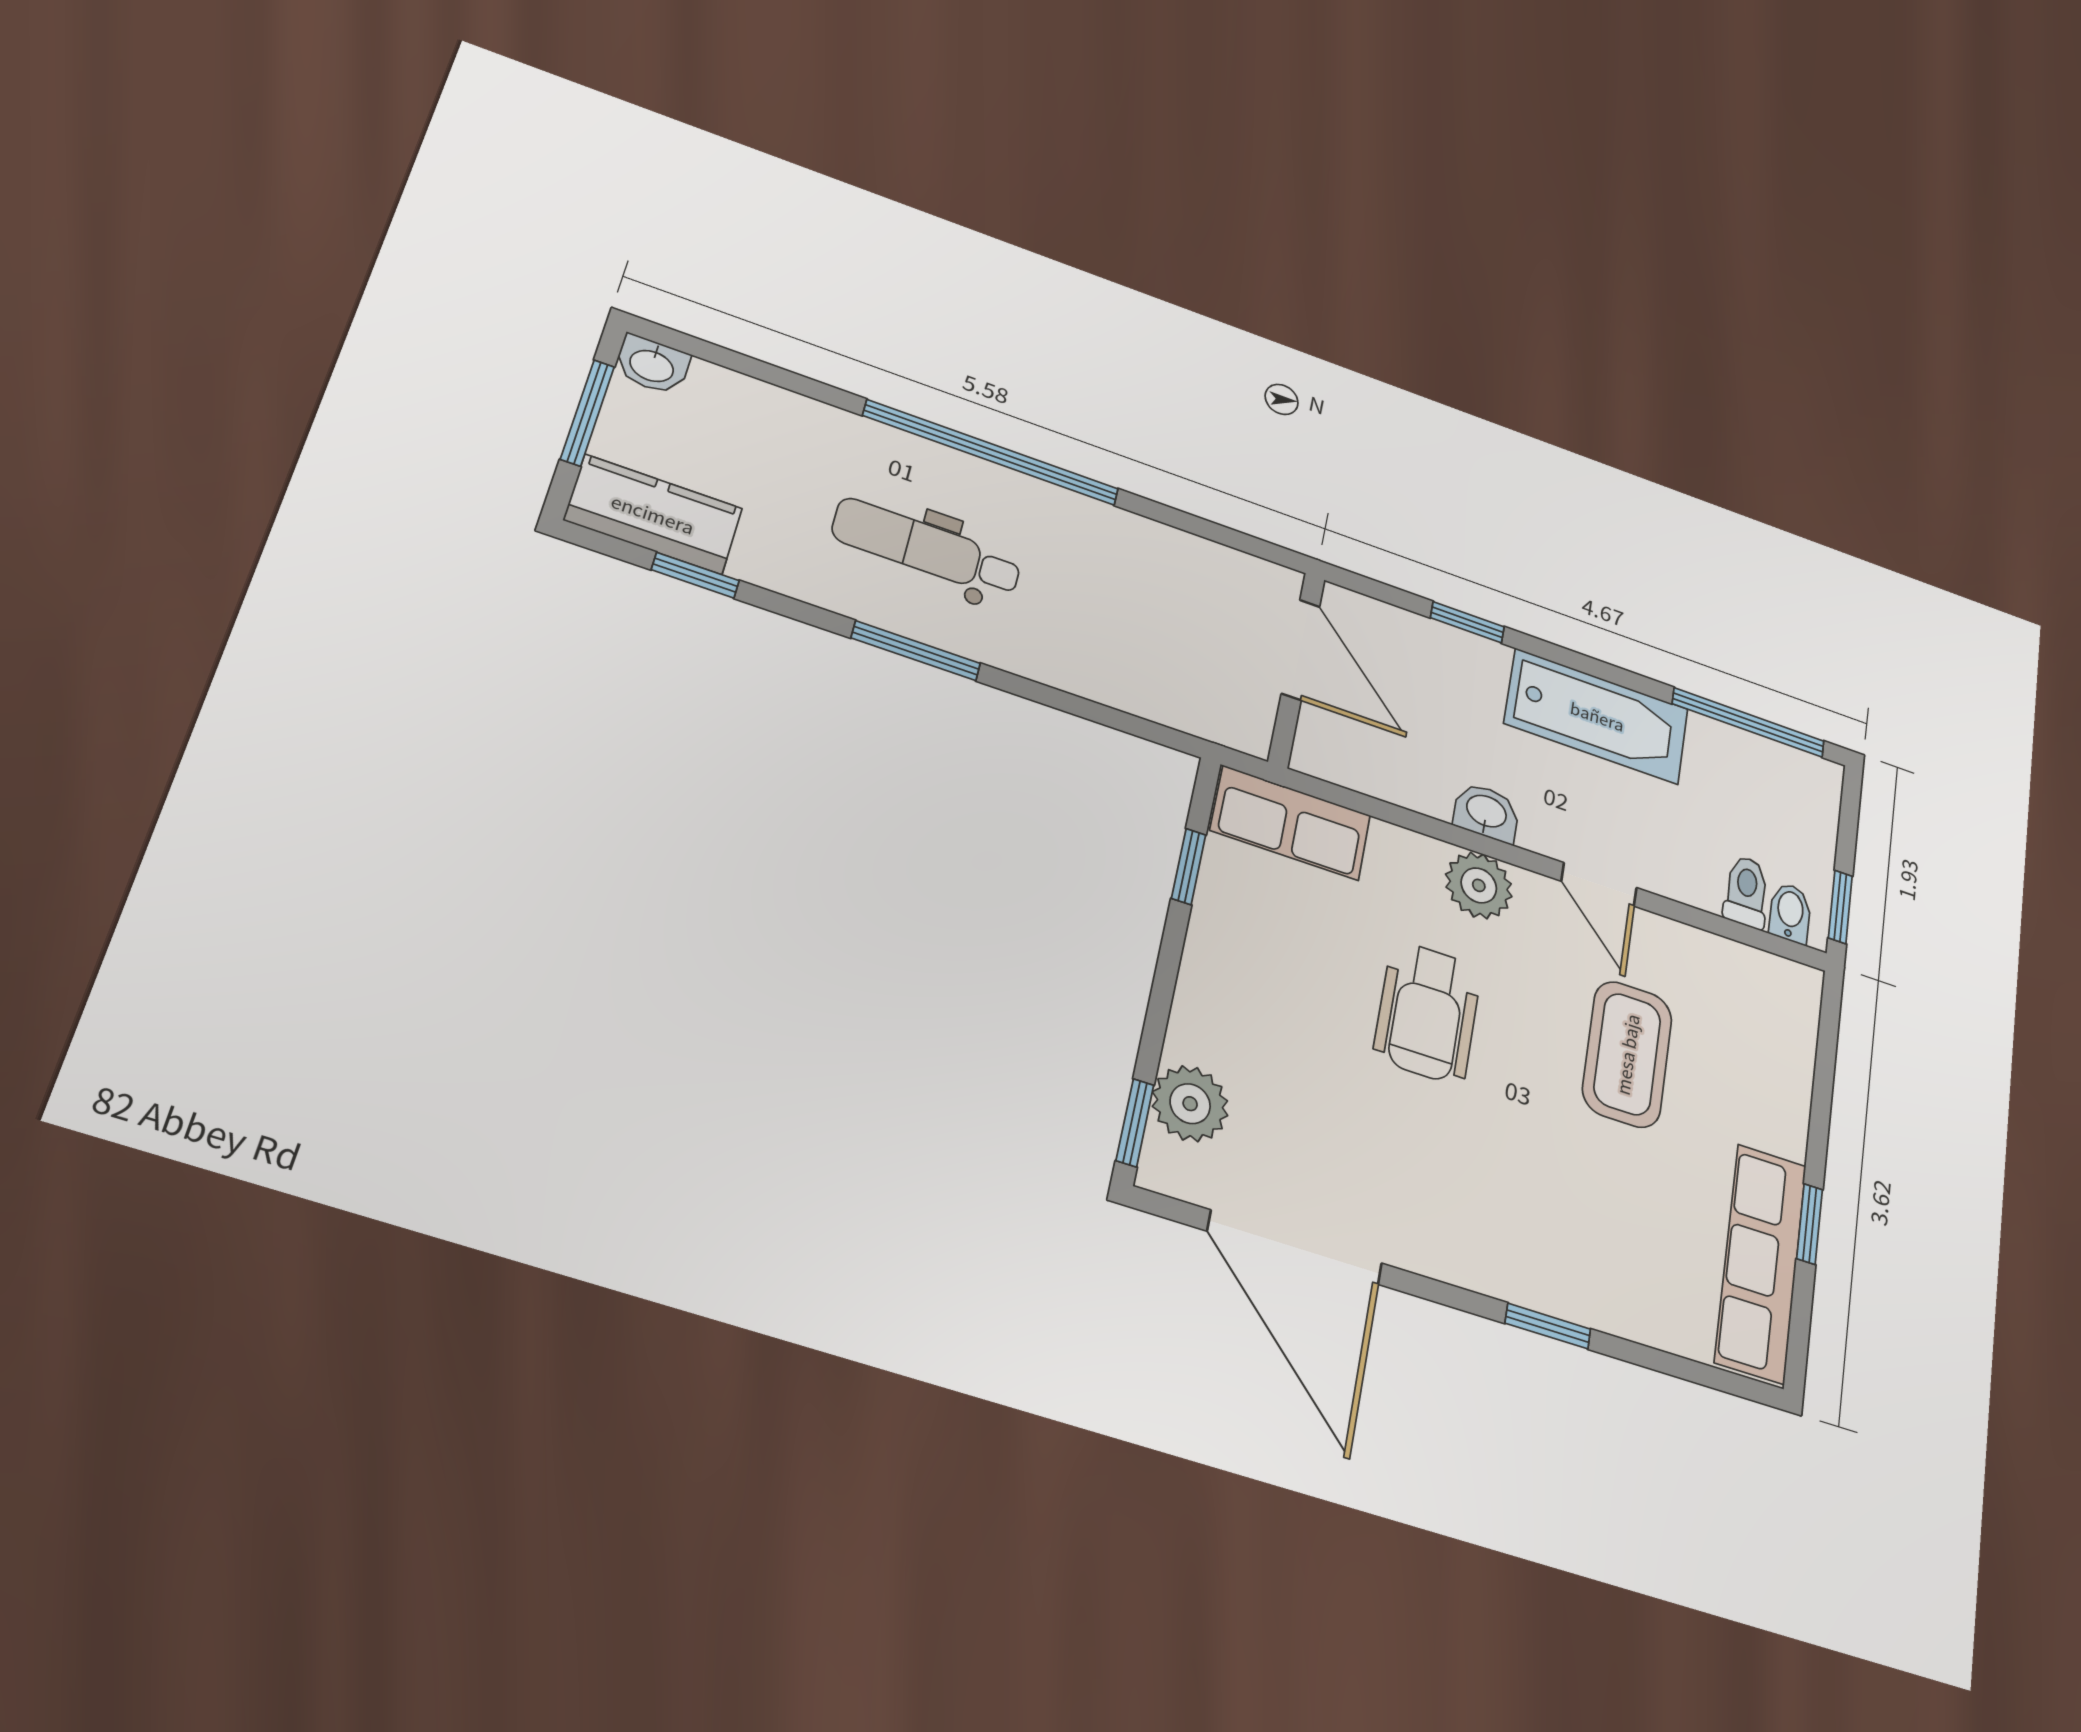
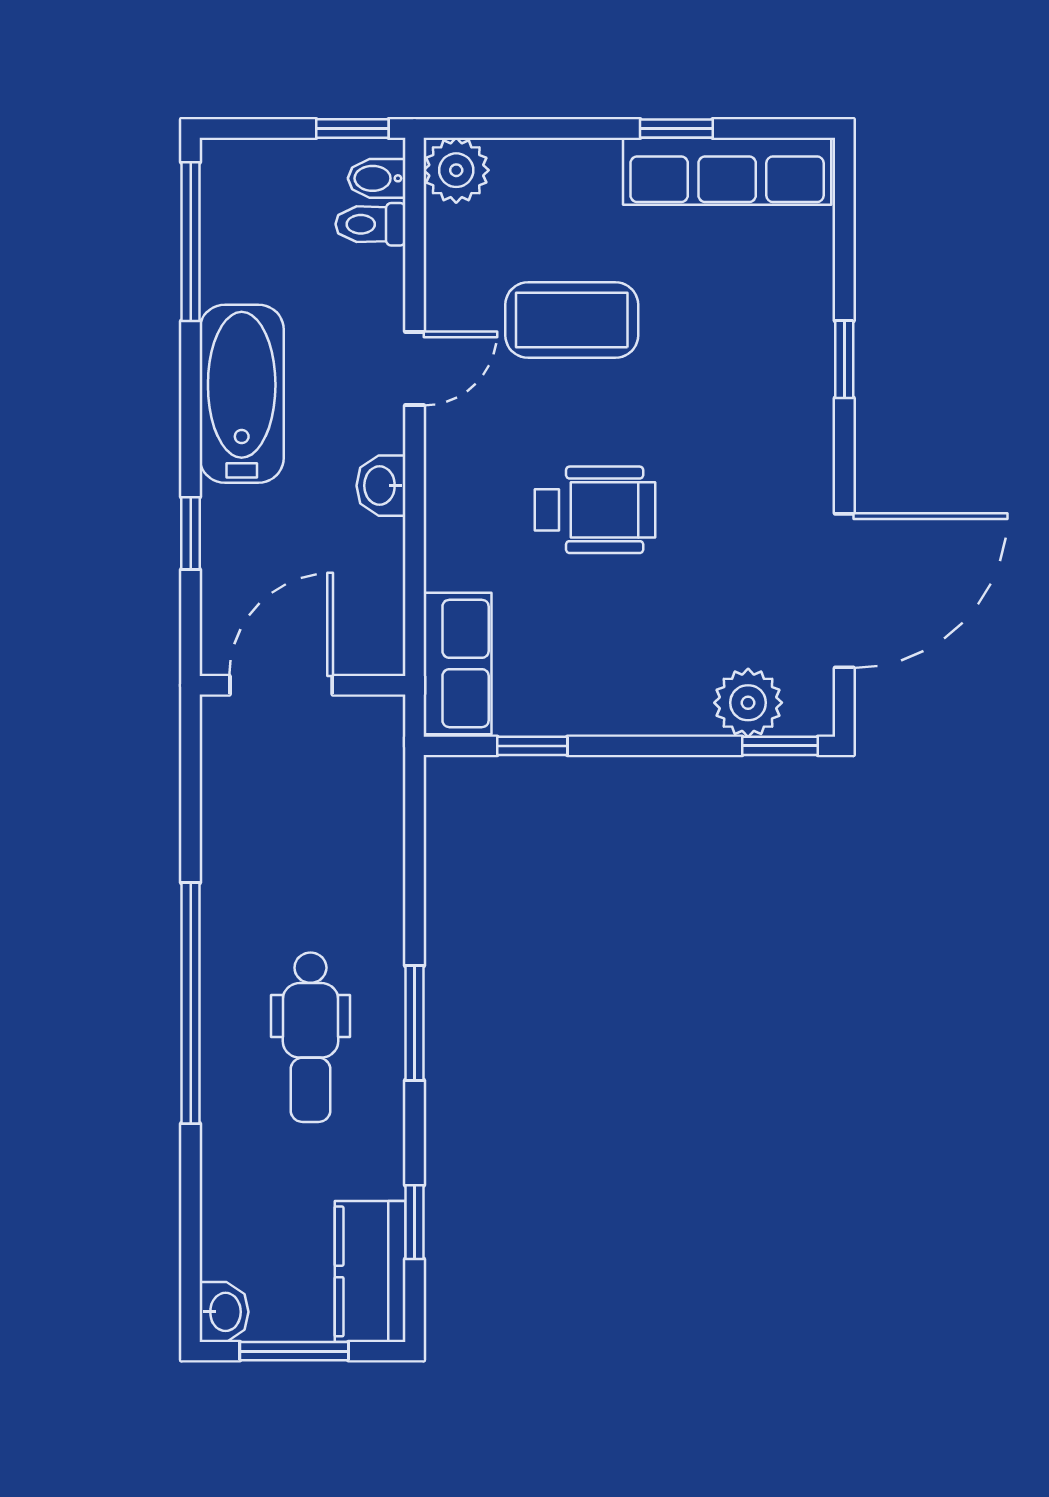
plant: (1479, 885) -> (456, 170), moved

